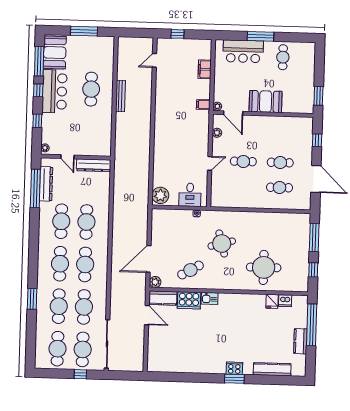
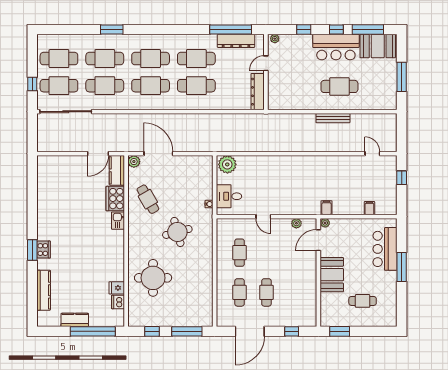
cafe table: (283, 57) -> (363, 301), moved
filing cabinet: (205, 69) -> (369, 208), width x0.50
cafe table: (243, 161) -> (240, 253), moved

